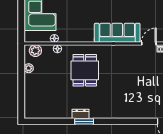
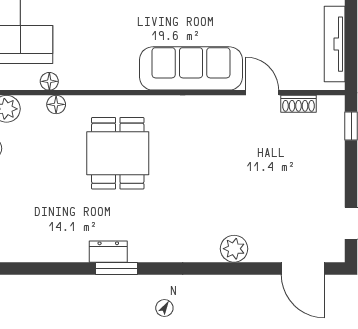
door: (149, 43) -> (262, 93), hinge flipped
plant: (136, 113) -> (234, 249), added

